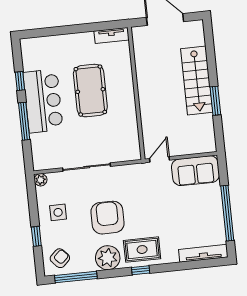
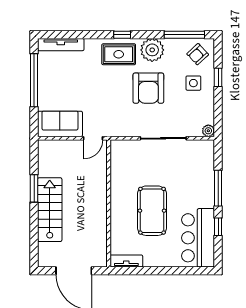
bar counter: (43, 101) -> (198, 238), moved
side table: (58, 212) -> (193, 83), moved

